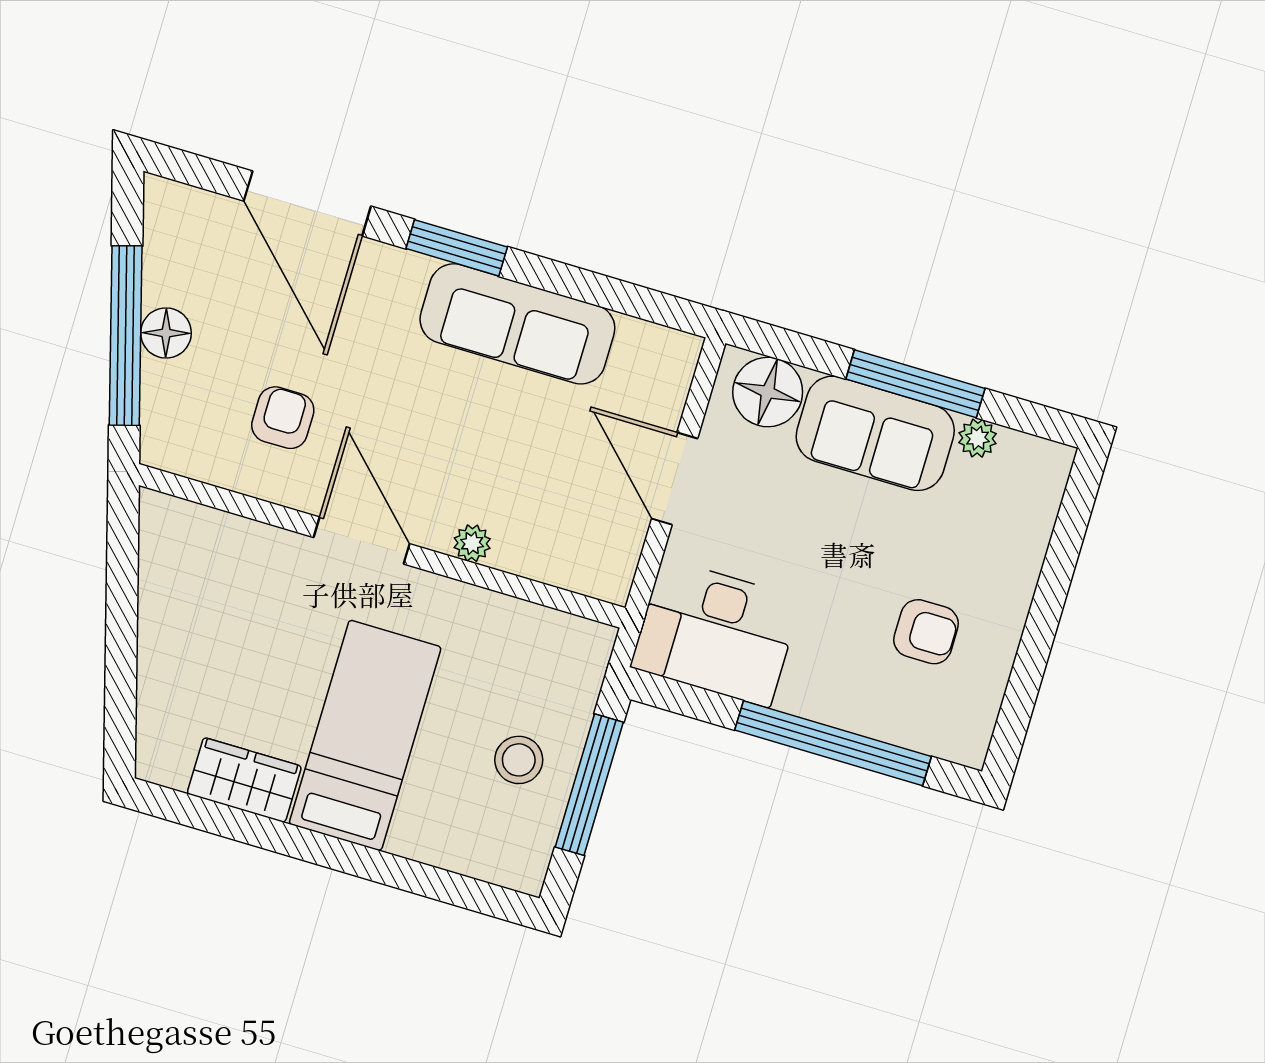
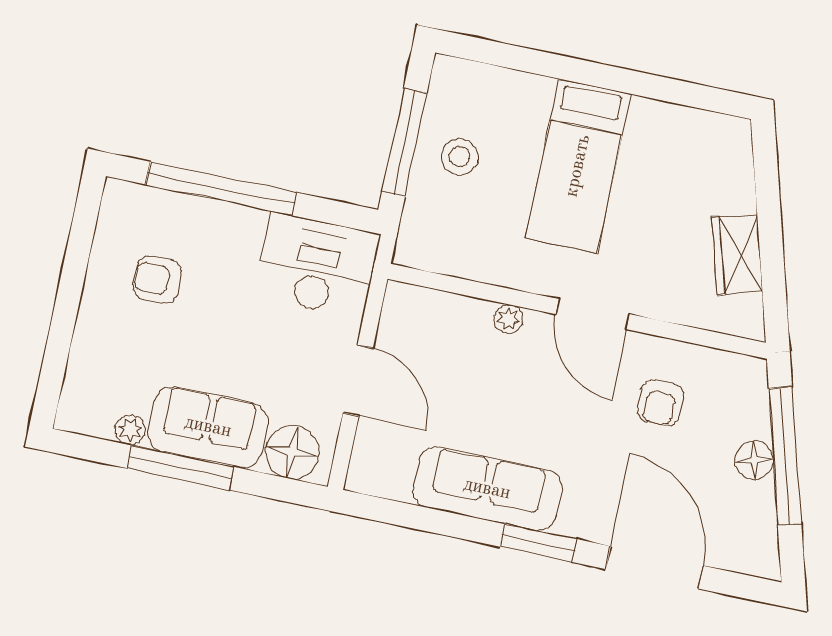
wardrobe: (244, 780) -> (737, 255), moved, turned 74

